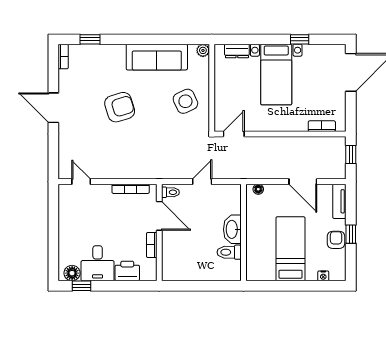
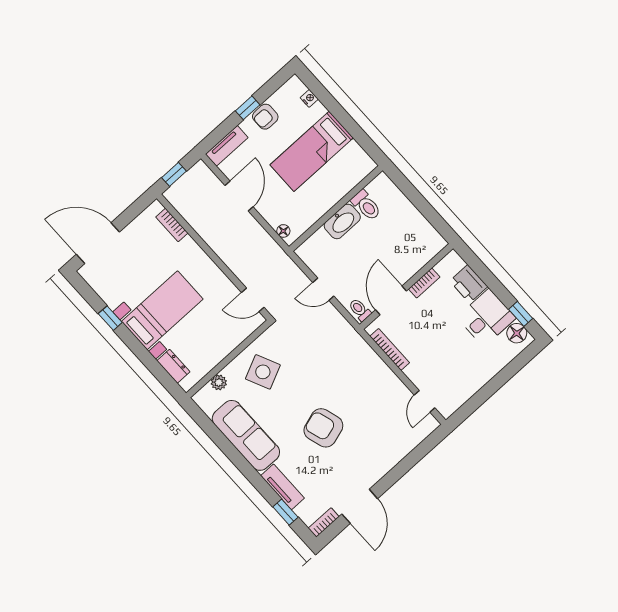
plant: (203, 50) -> (219, 382), moved
tv unit: (106, 51) -> (283, 487), added
door: (53, 108) -> (360, 506), moved

